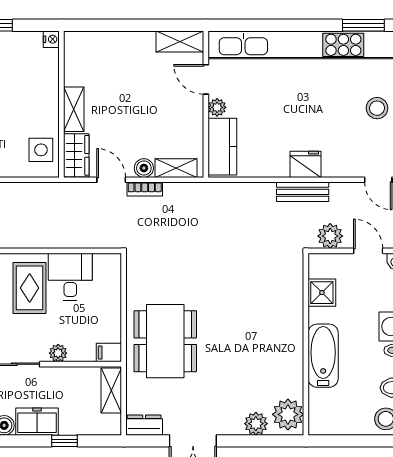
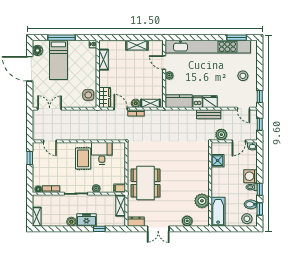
shelving: (180, 42) -> (137, 45), moved
shelving: (74, 109) -> (103, 60), moved
kitchen counter: (222, 147) -> (179, 101), moved, turned -90
dishwasher: (279, 165) -> (198, 102), added
door: (368, 251) -> (239, 141), swing flipped
bathtub: (323, 356) -> (218, 212), moved
plant: (288, 414) -> (202, 201), moved

